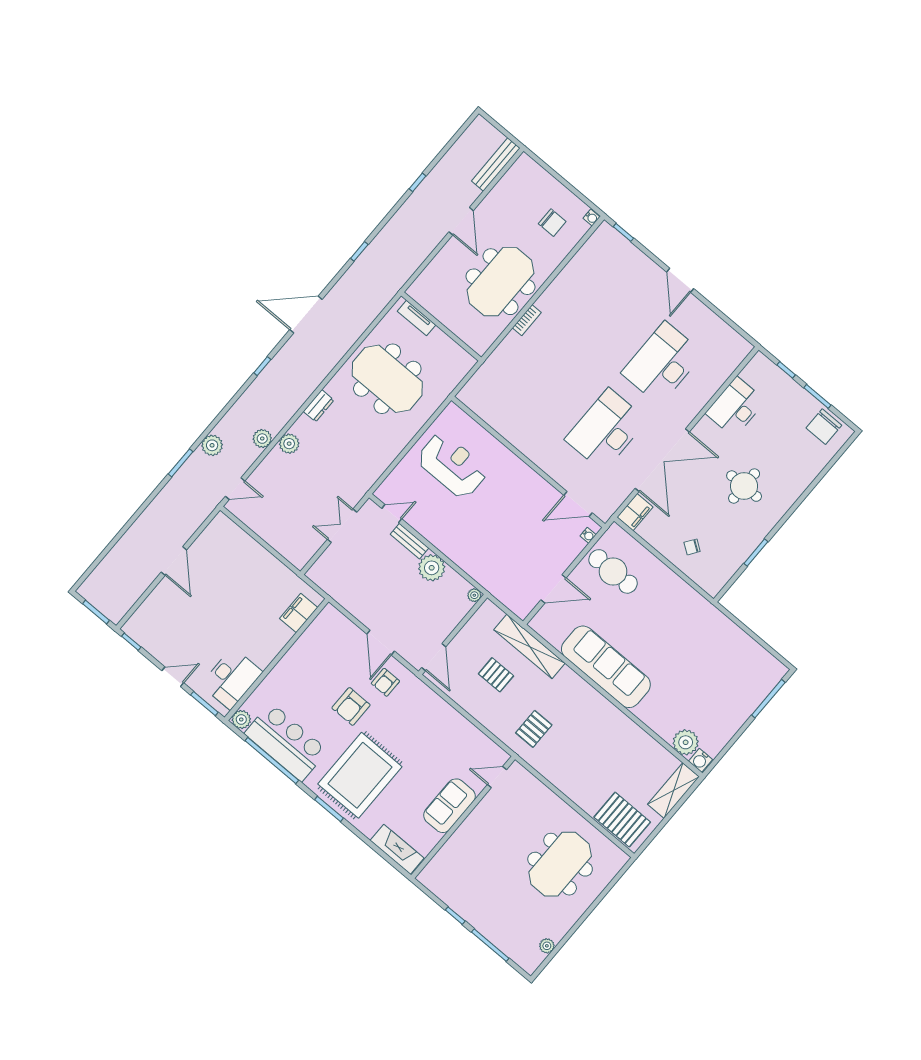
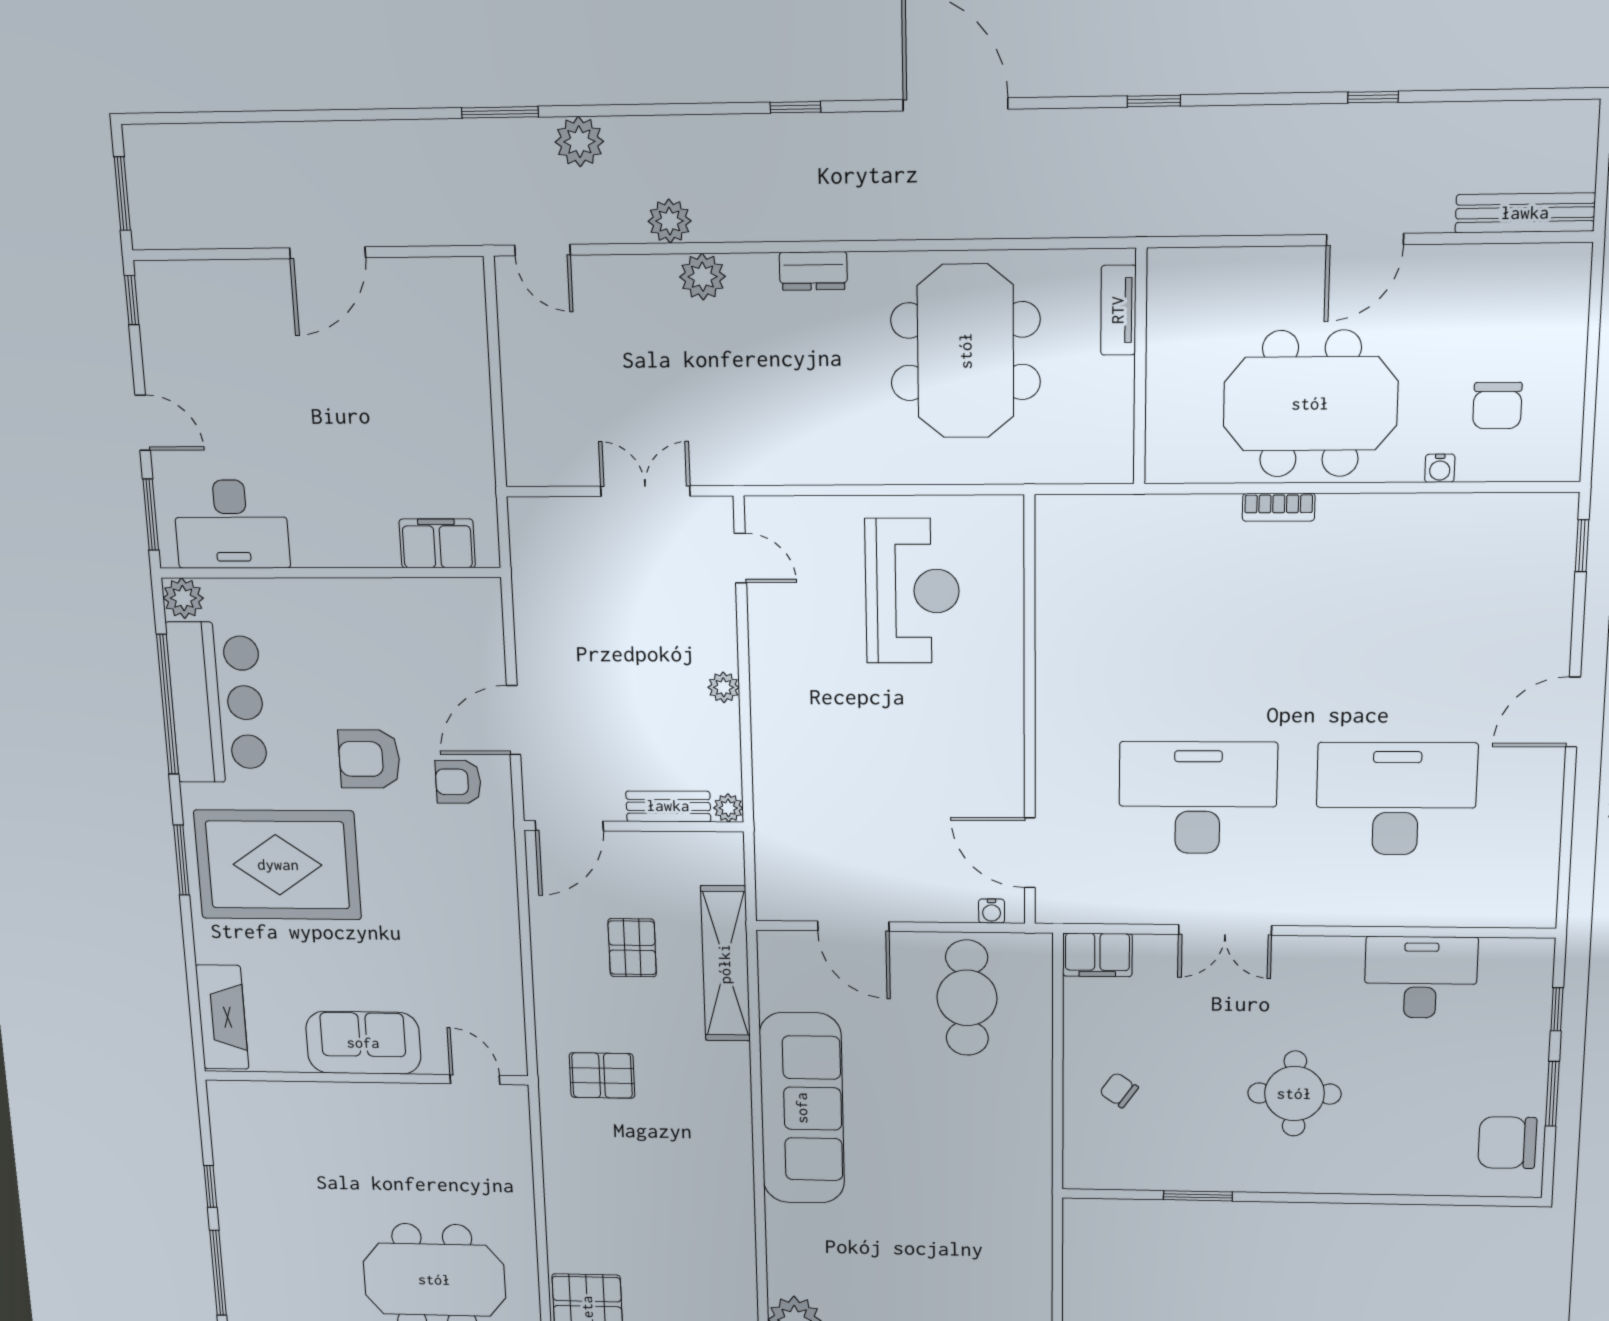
water cooler: (592, 218) -> (1440, 468), moved
double door: (662, 460) -> (1225, 930), width x0.54
bench: (410, 541) -> (668, 806), moved, turned 90
plant: (432, 568) -> (724, 687), width x0.53, depth x0.53

